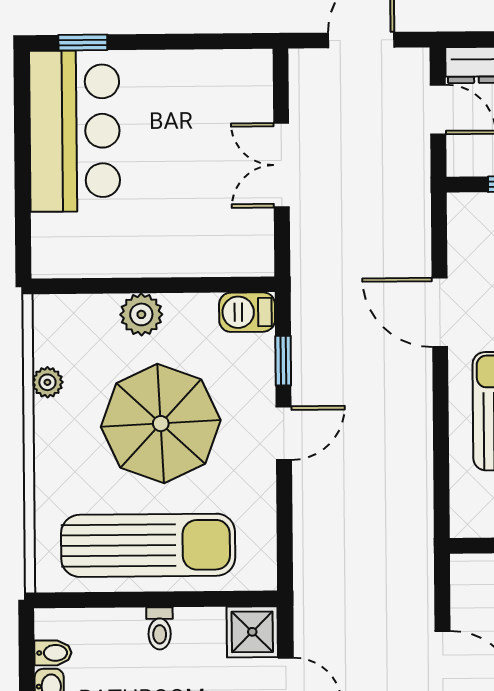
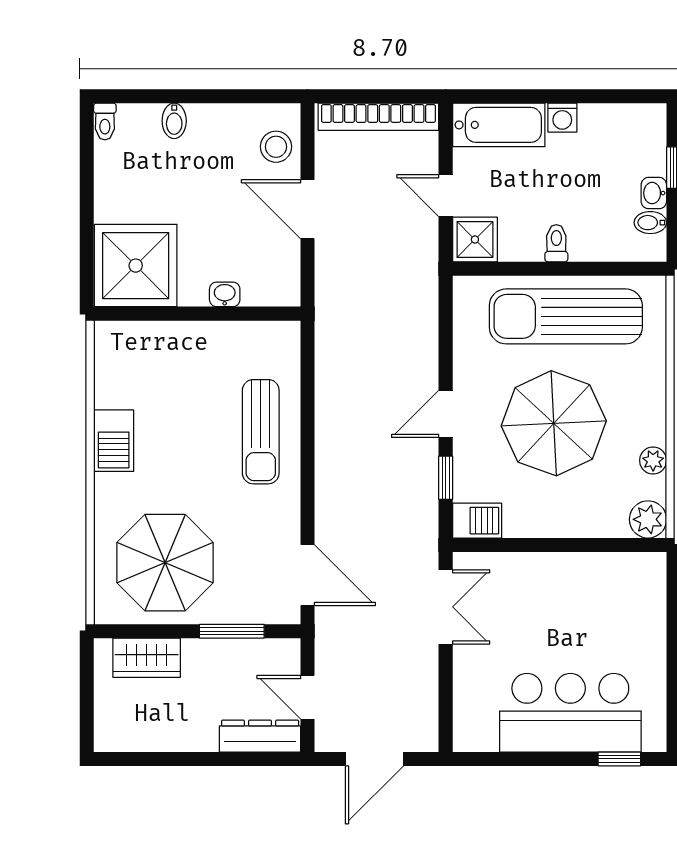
bar counter: (75, 131) -> (570, 713), moved, turned 90
double door: (281, 165) -> (446, 607), moved
door: (440, 312) -> (308, 575), moved
plant: (141, 314) -> (648, 519), moved

